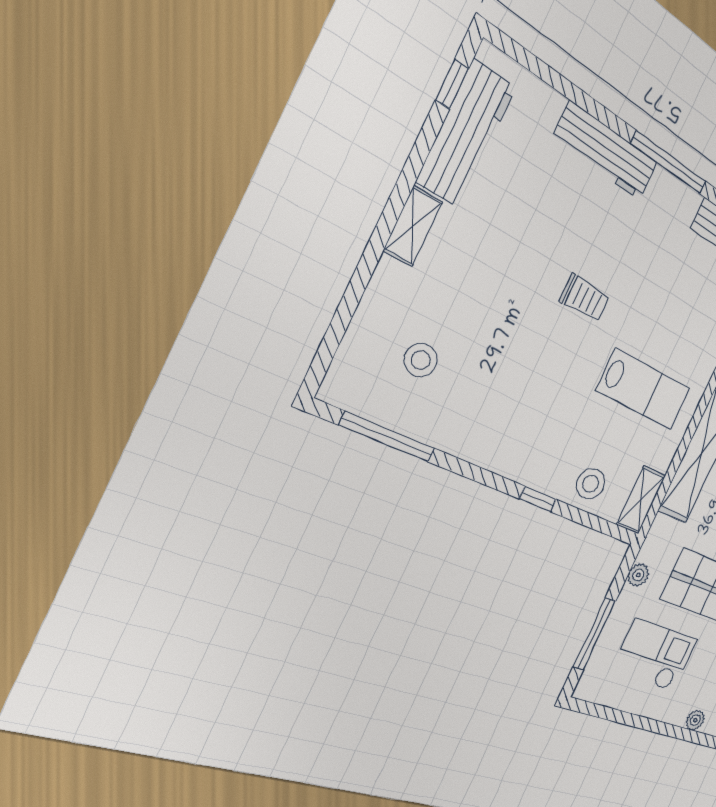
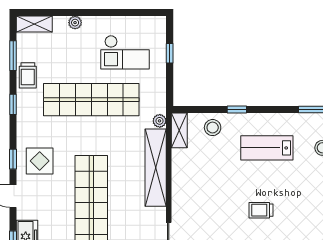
lab bench: (644, 390) -> (267, 148), moved
plant: (638, 575) -> (160, 121), moved
window: (594, 634) -> (170, 53), width x0.46

